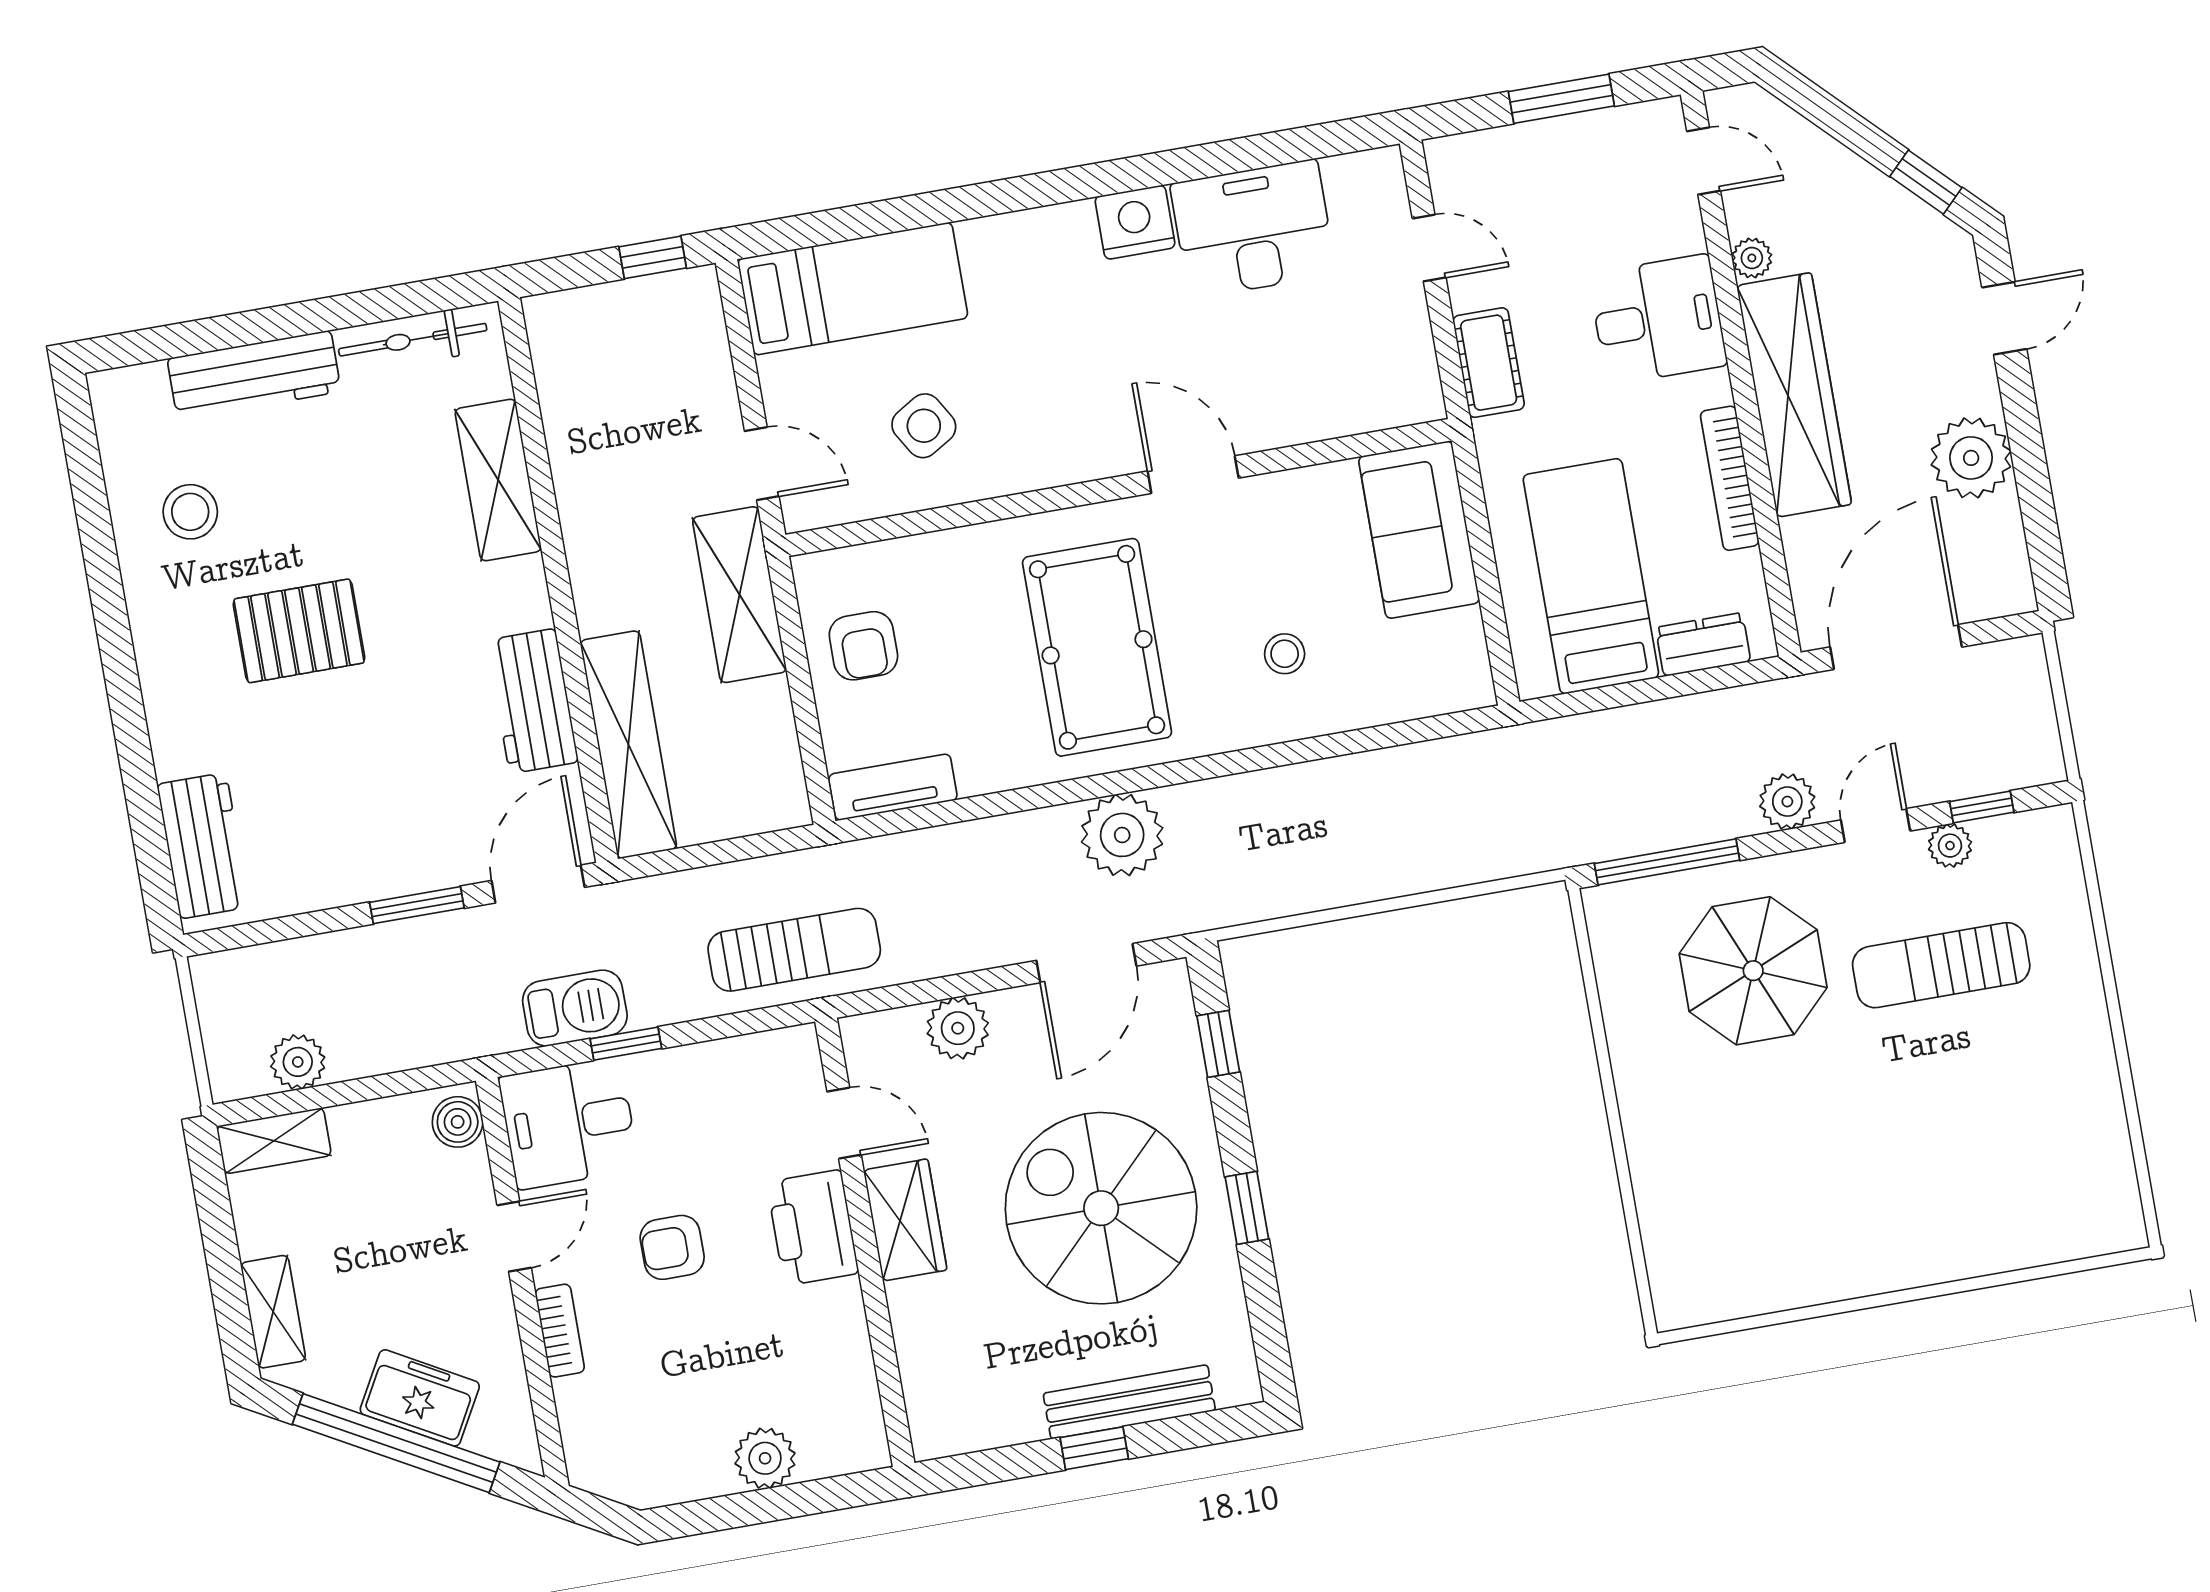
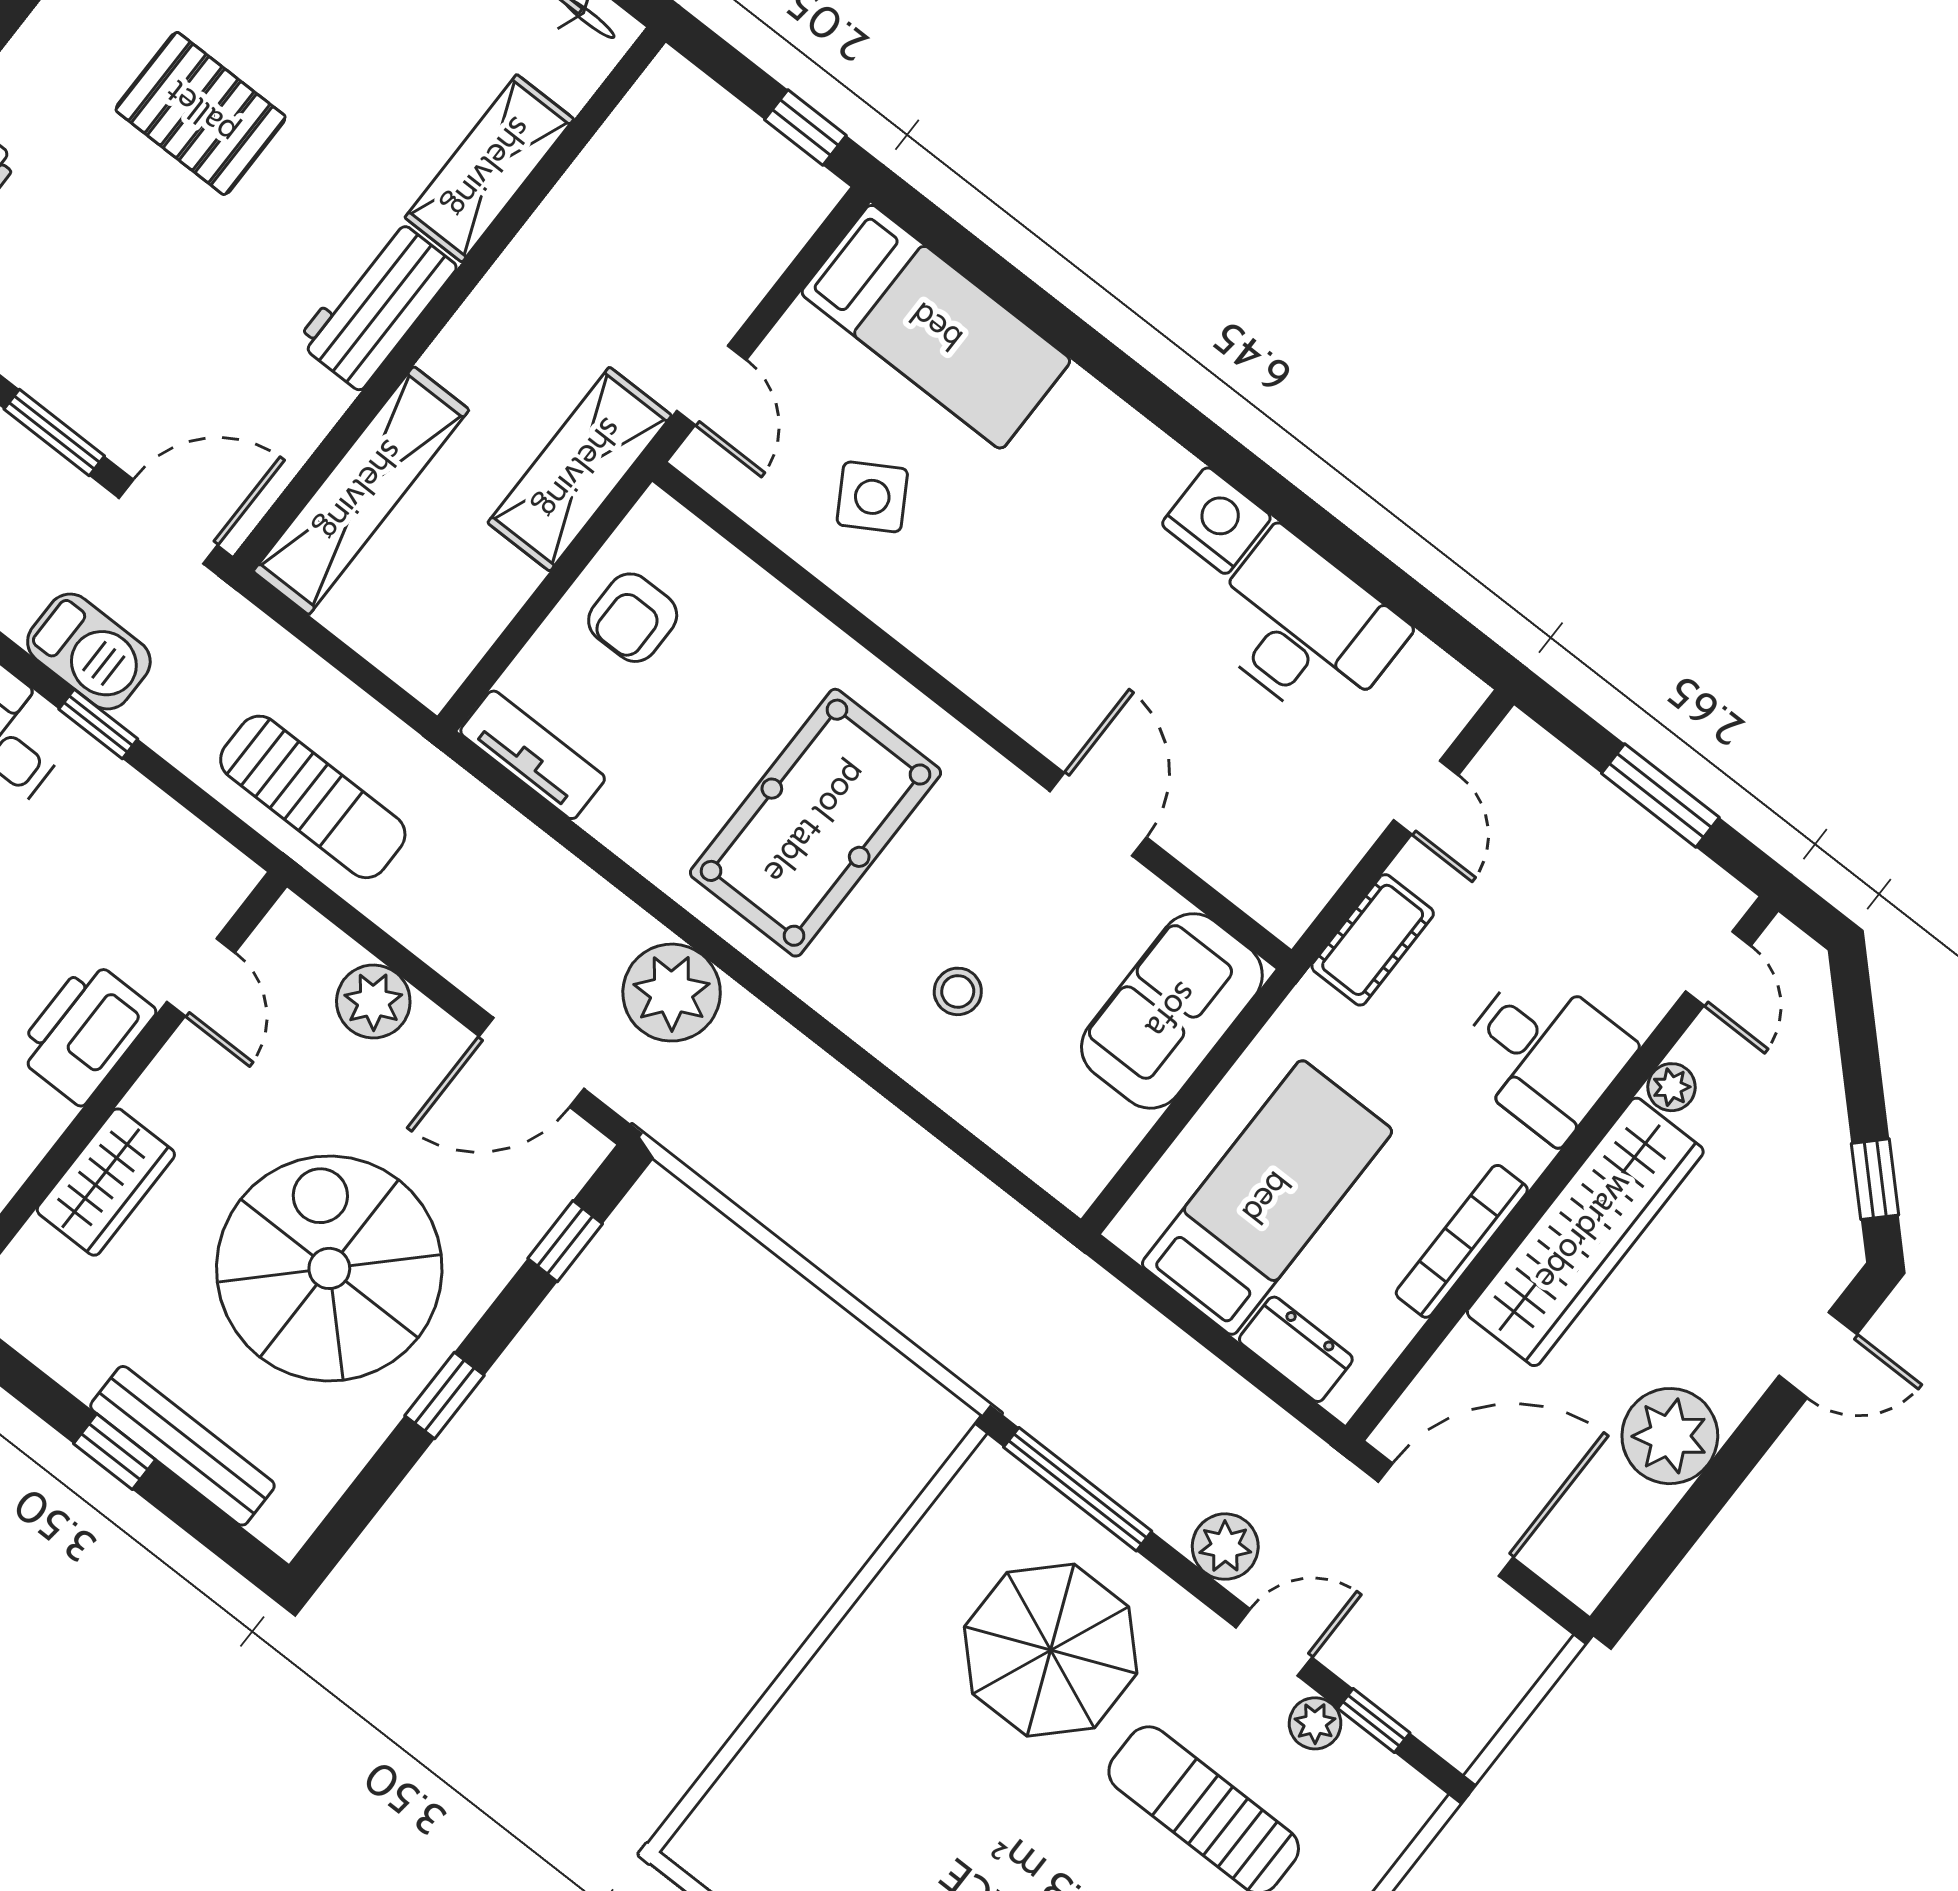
door: (1193, 475) -> (1098, 814), moved
workbench: (533, 701) -> (377, 304), moved
wardrobe: (905, 1220) -> (106, 1182), moved

